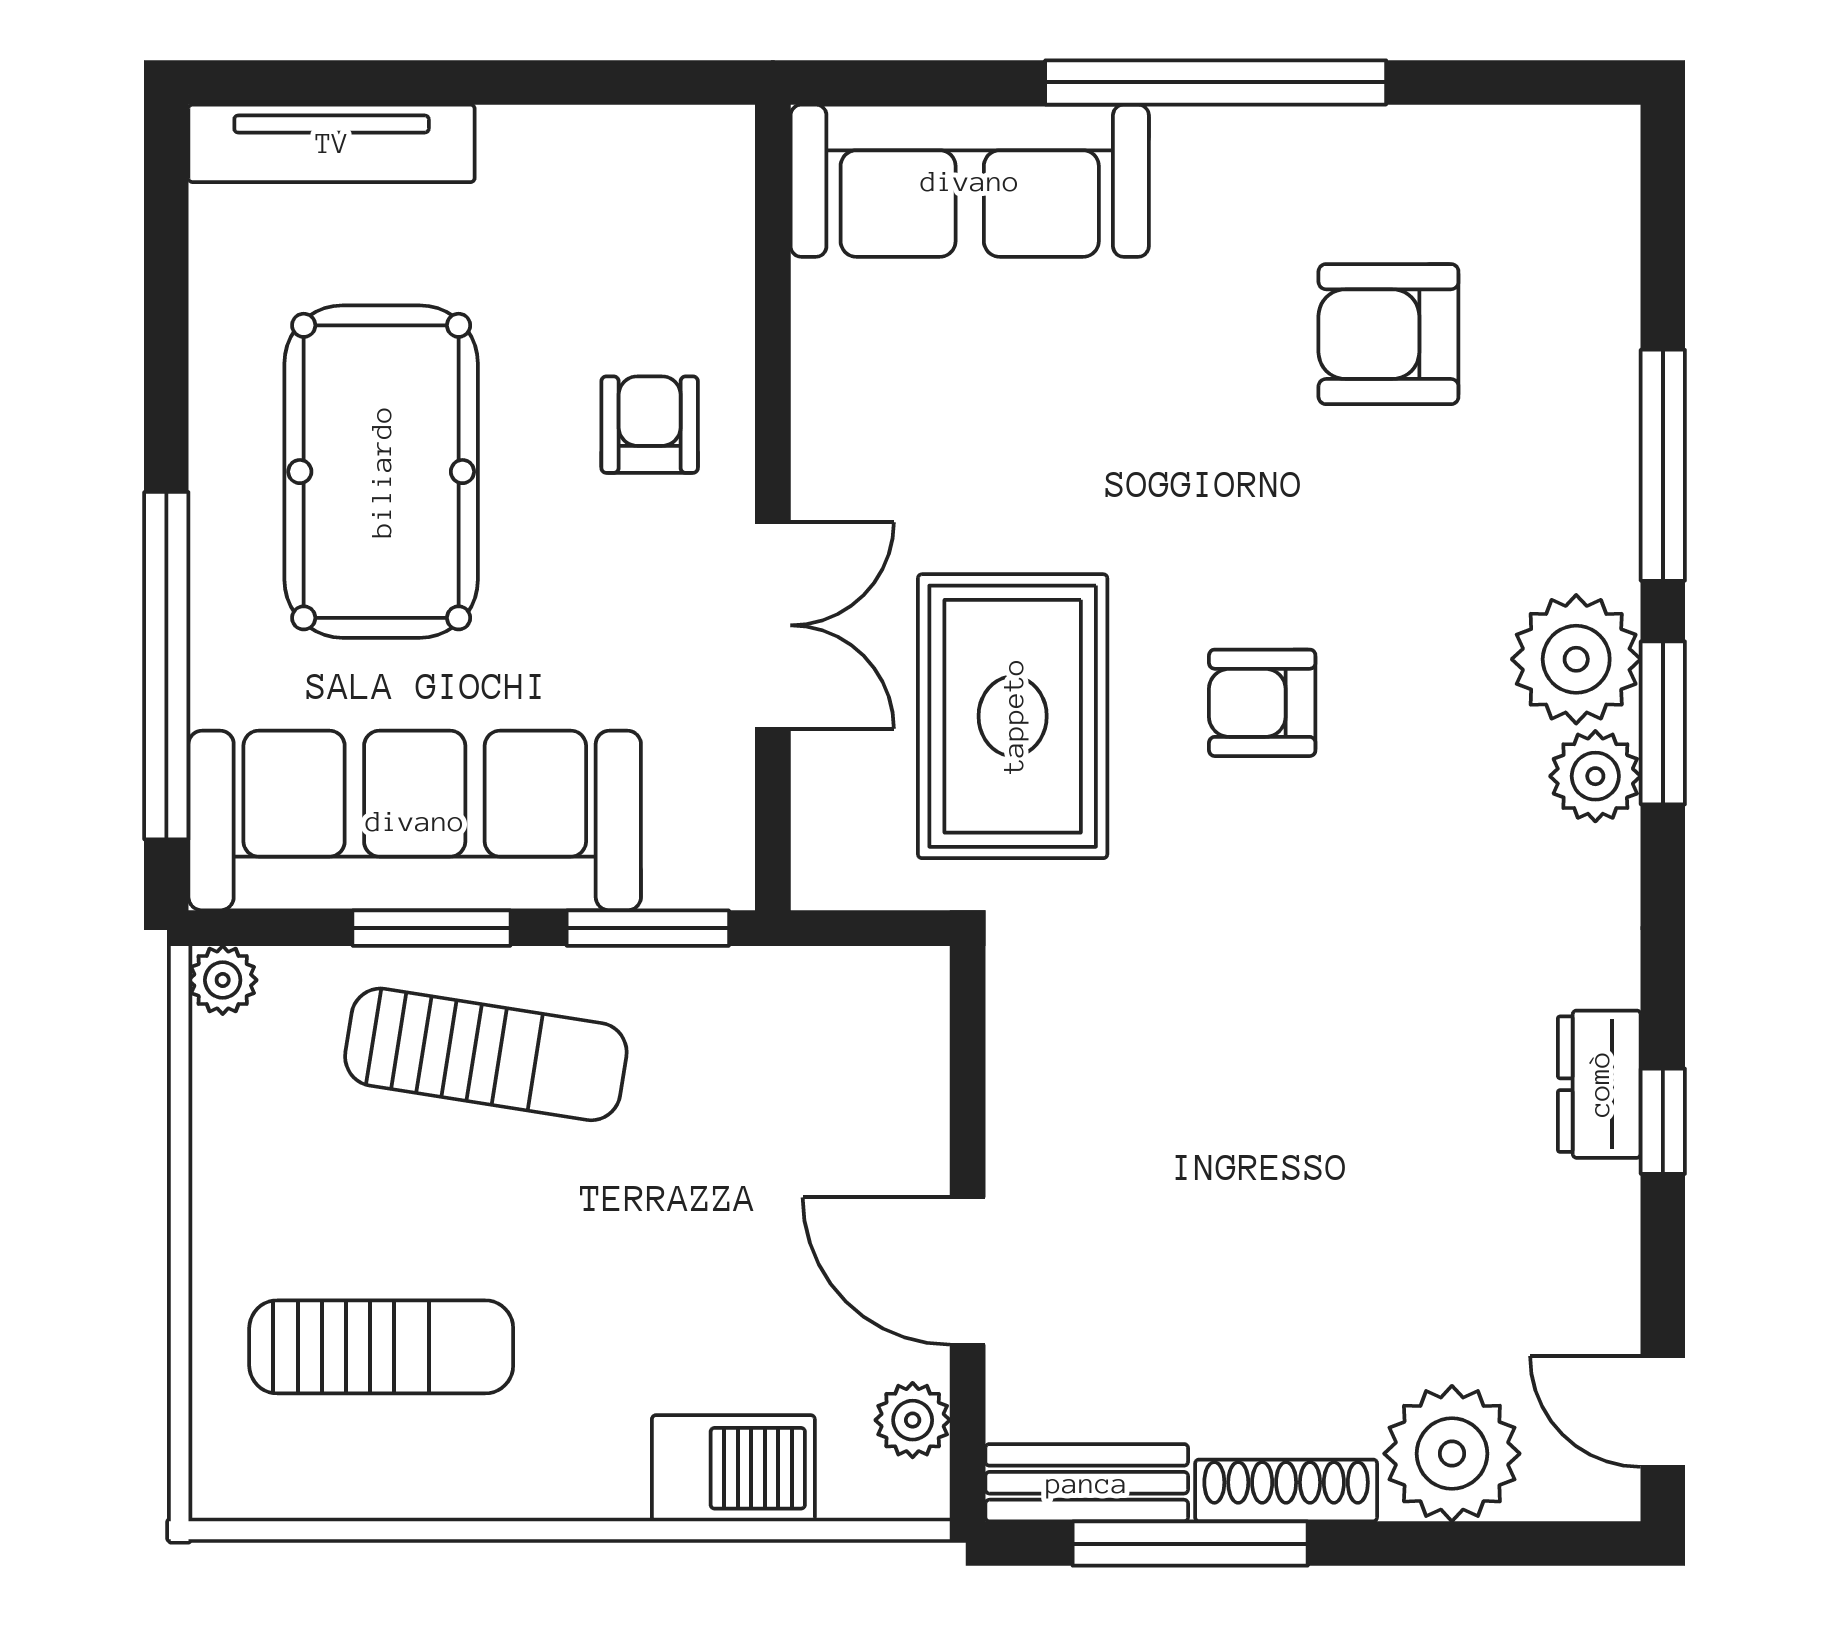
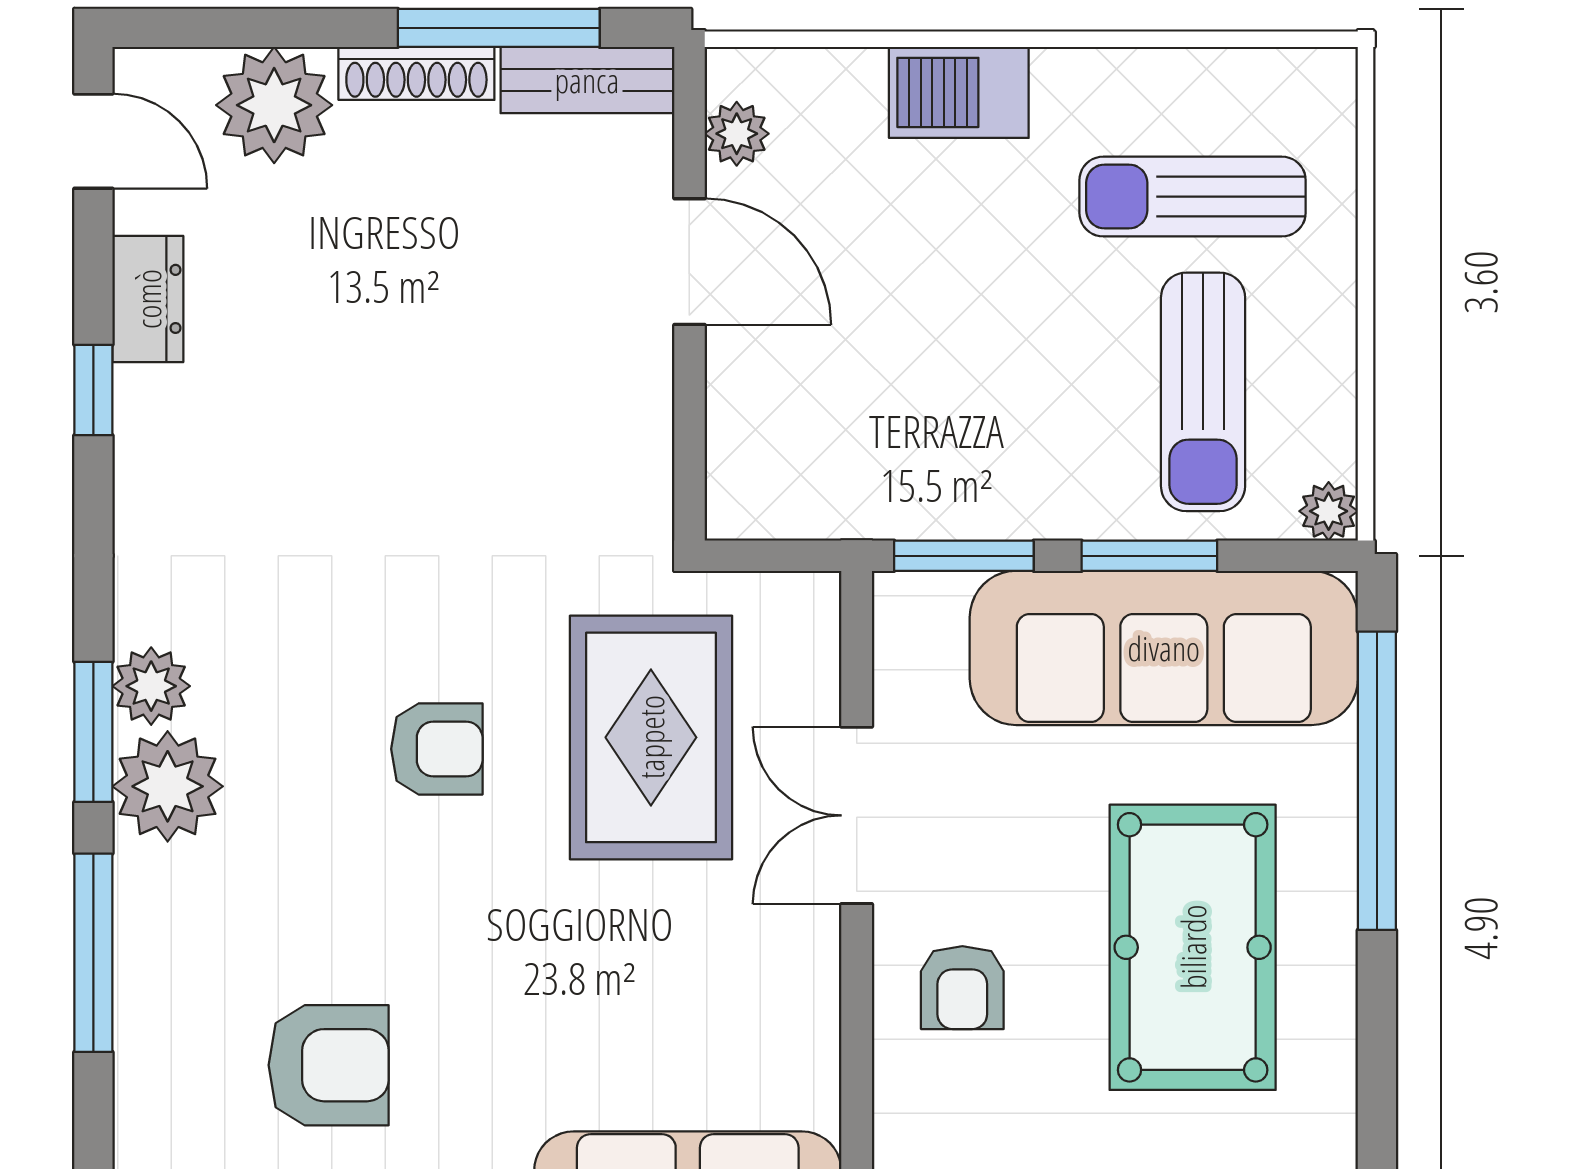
sun lounger: (486, 1054) -> (1203, 392), moved, turned -99
dresser: (1599, 1084) -> (148, 299), moved
barbecue: (733, 1468) -> (959, 92), moved

